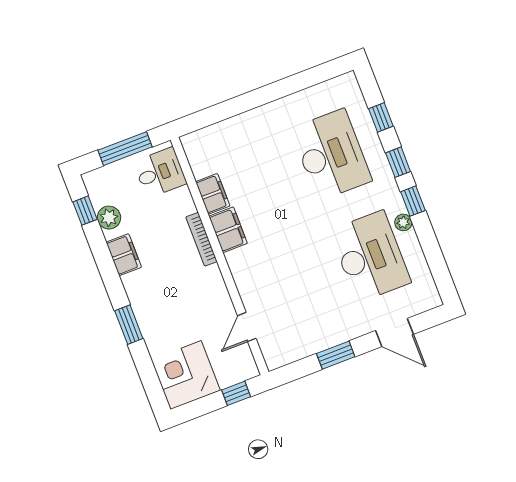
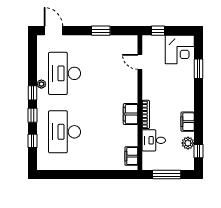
desk: (160, 173) -> (154, 140), moved
filing cabinet: (213, 194) -> (131, 156), moved
window: (129, 325) -> (199, 69), moved
door: (247, 327) -> (140, 62), swing flipped
door: (395, 332) -> (53, 31), moved

